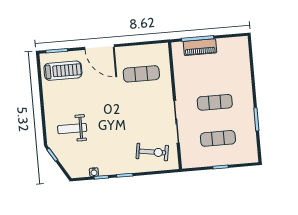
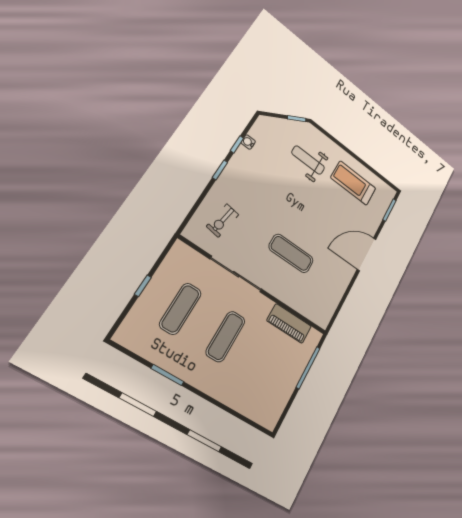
piano: (200, 47) -> (289, 323), moved, turned -90
treadmill: (63, 71) -> (353, 183), moved, turned 90
exercise mat: (141, 74) -> (291, 253), moved, turned 90
weight bench: (72, 129) -> (308, 160), turned -90
exercise bike: (152, 152) -> (223, 220), width x0.73, depth x0.72

